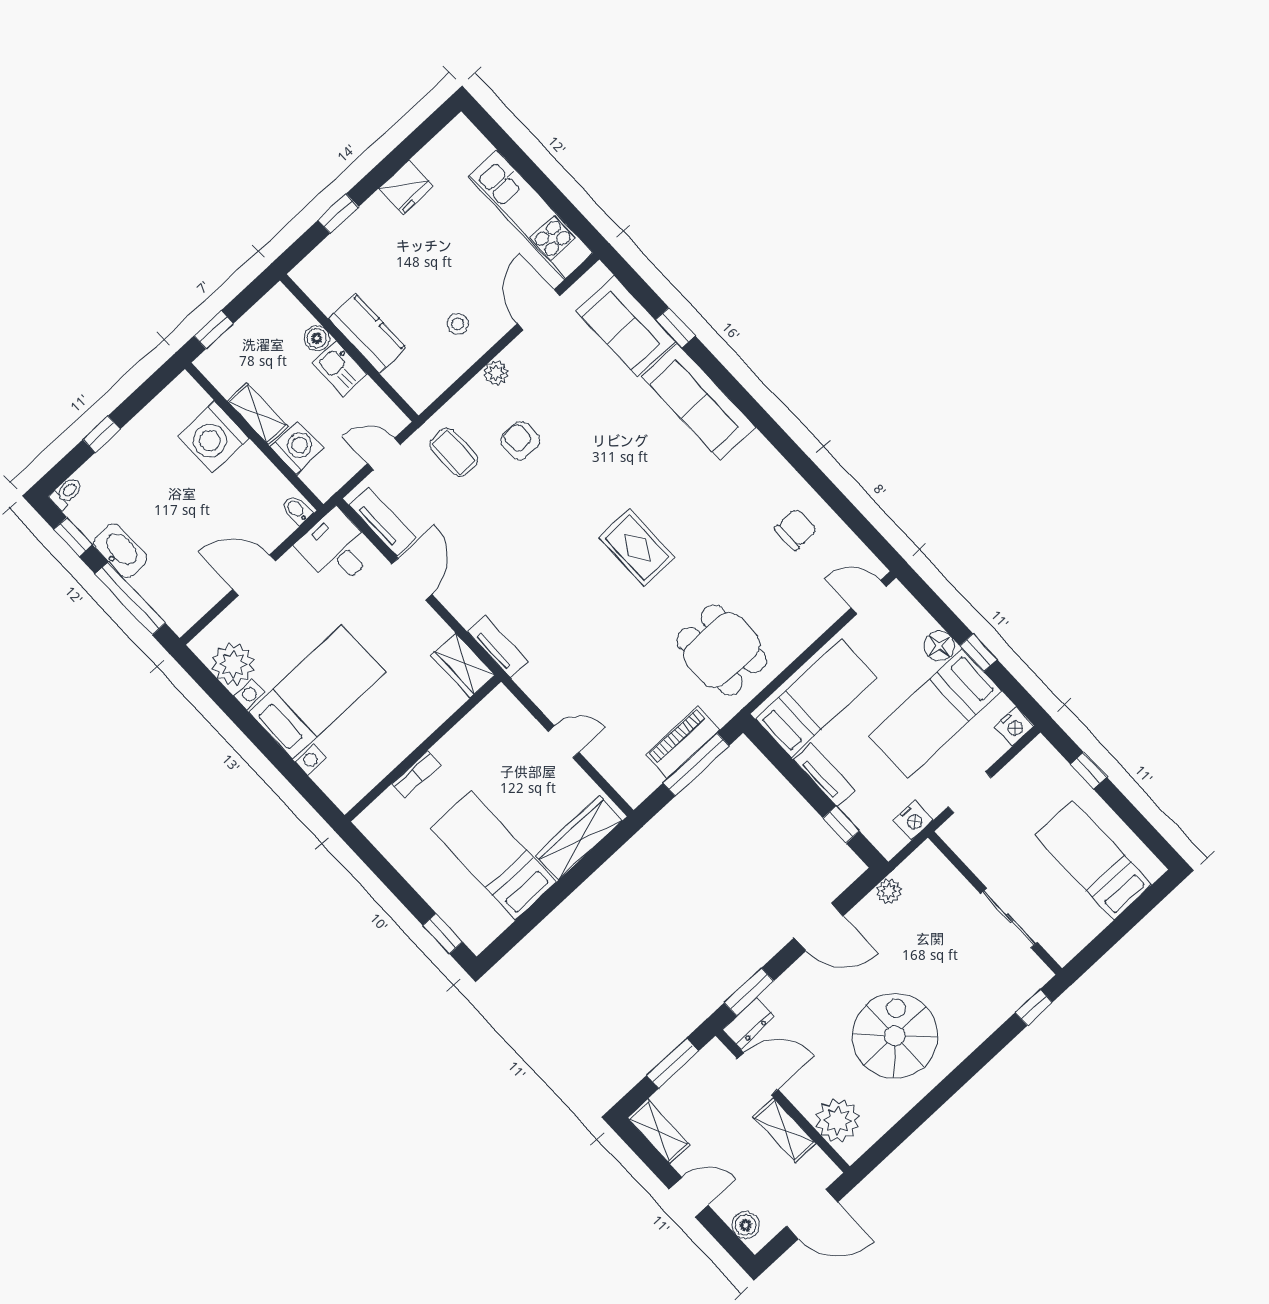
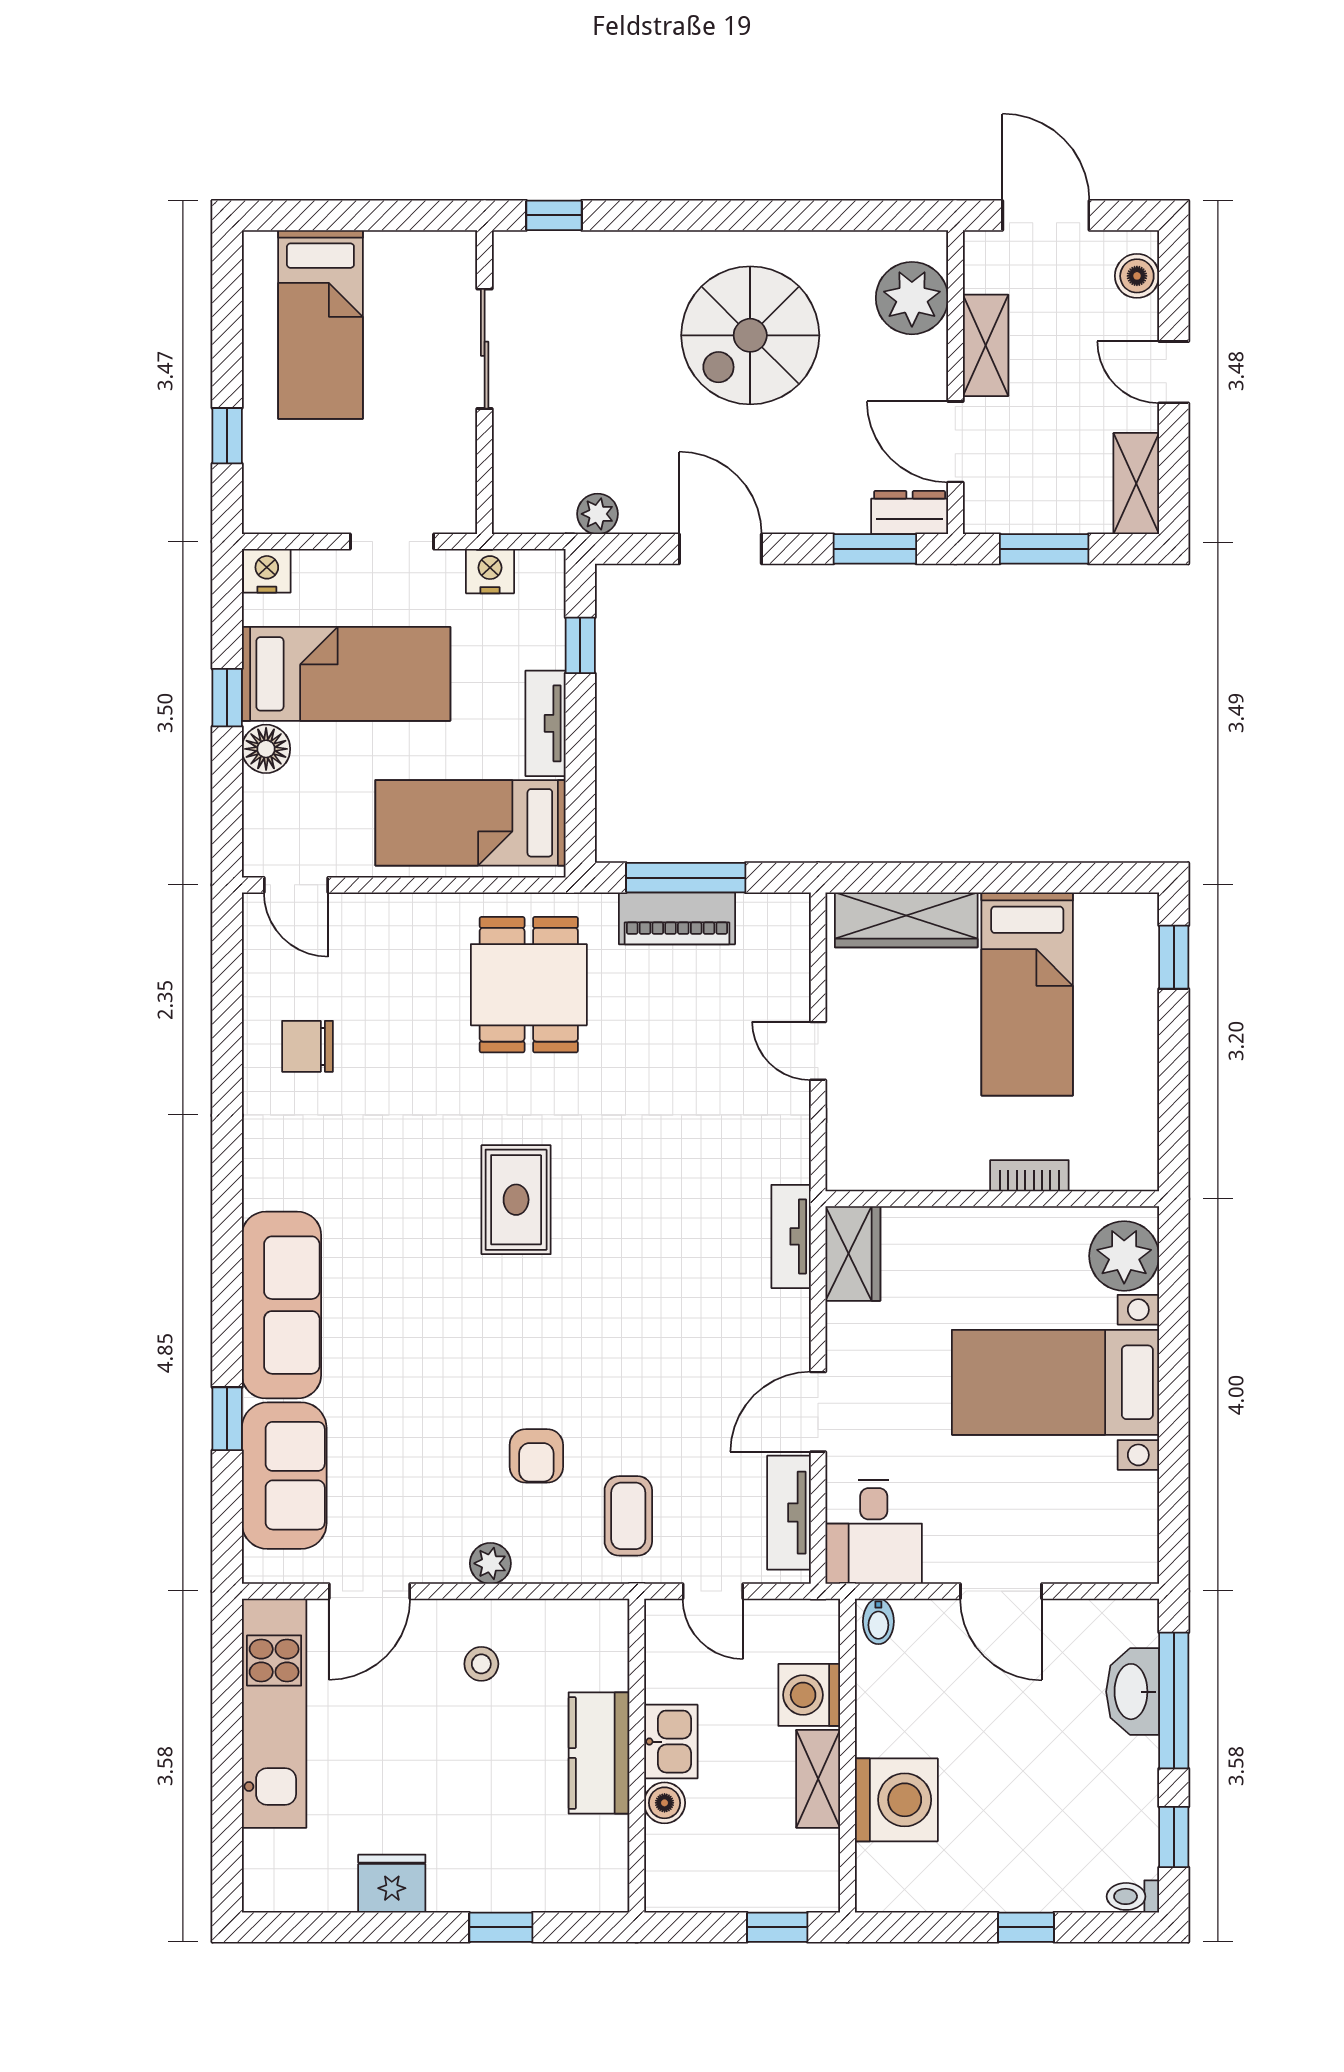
washbasin: (120, 551) -> (1133, 1692), moved
plant: (233, 664) -> (1124, 1256), moved

